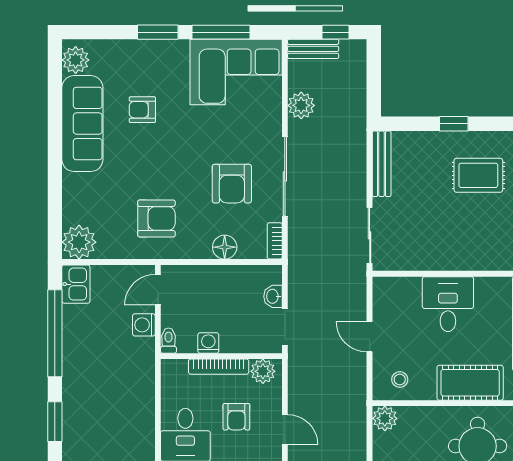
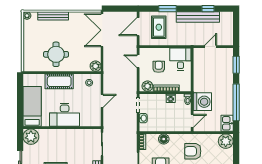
desk: (448, 304) -> (65, 115), width x1.37
washing machine: (144, 325) -> (202, 102), width x1.89, depth x1.89
door: (370, 337) -> (102, 101), hinge flipped

